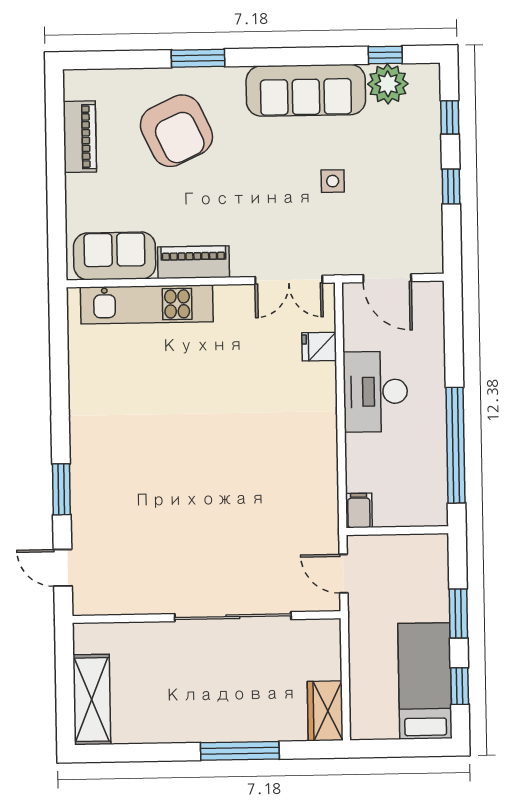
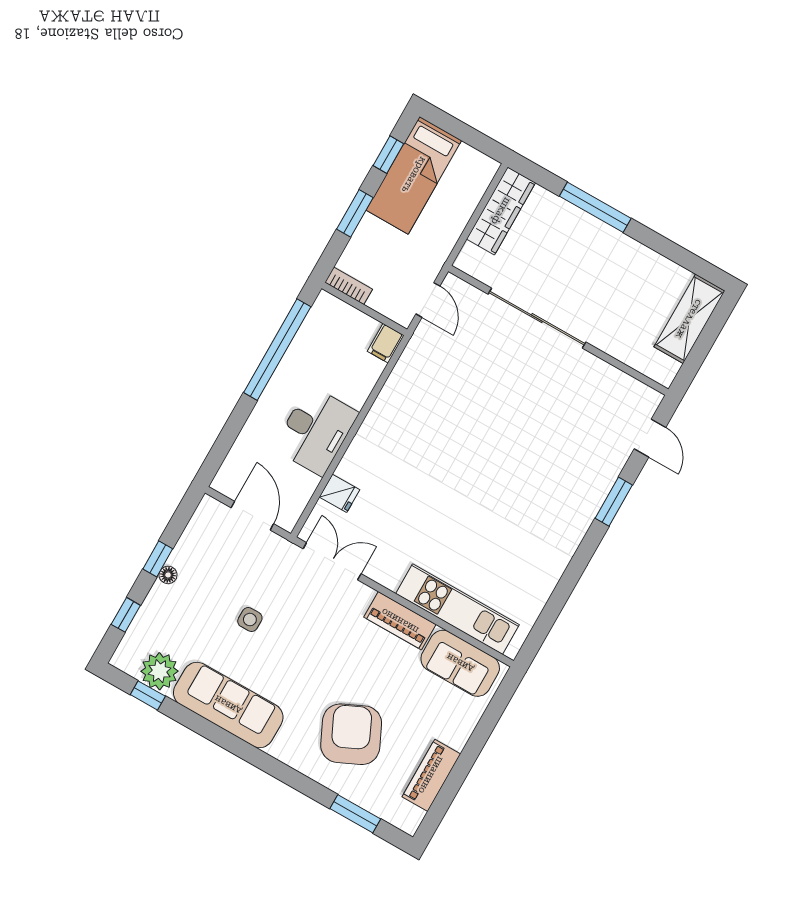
window: (198, 58) -> (355, 814), moved
floor lamp: (433, 177) -> (168, 575), added
bookcase: (424, 543) -> (349, 286), added
wardrobe: (325, 711) -> (501, 211), width x1.50

